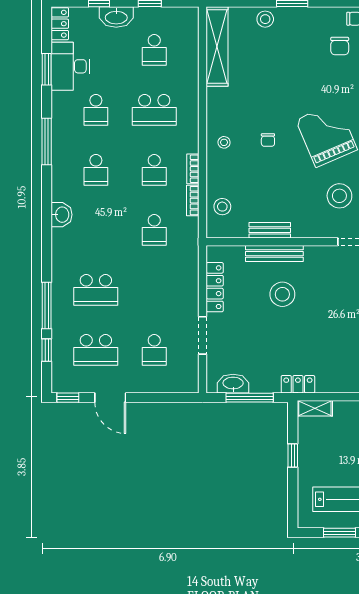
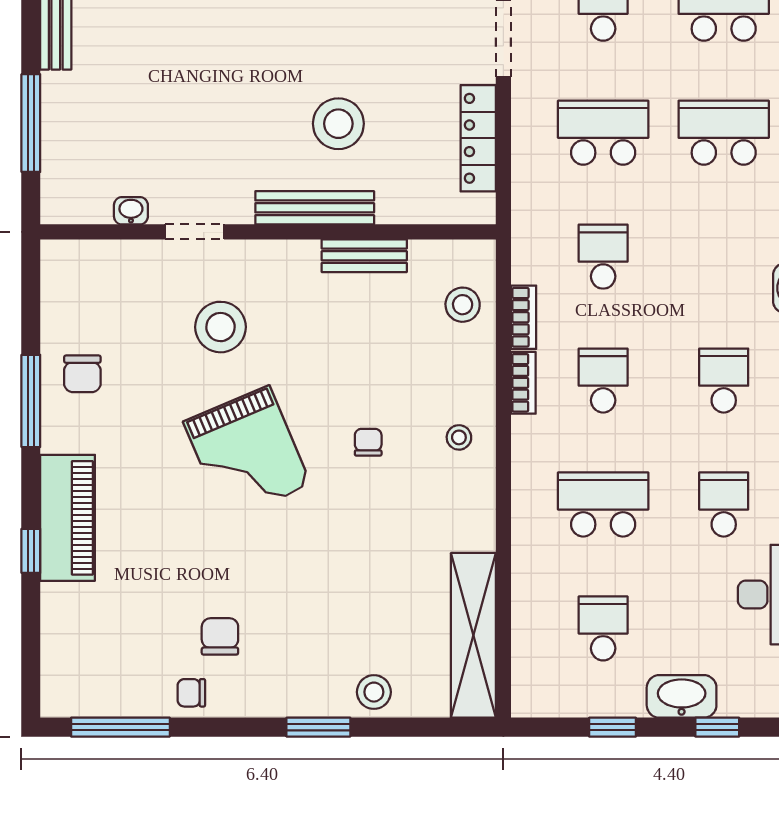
bench: (274, 254) -> (315, 208), moved
school desk: (154, 290) -> (603, 133), added

